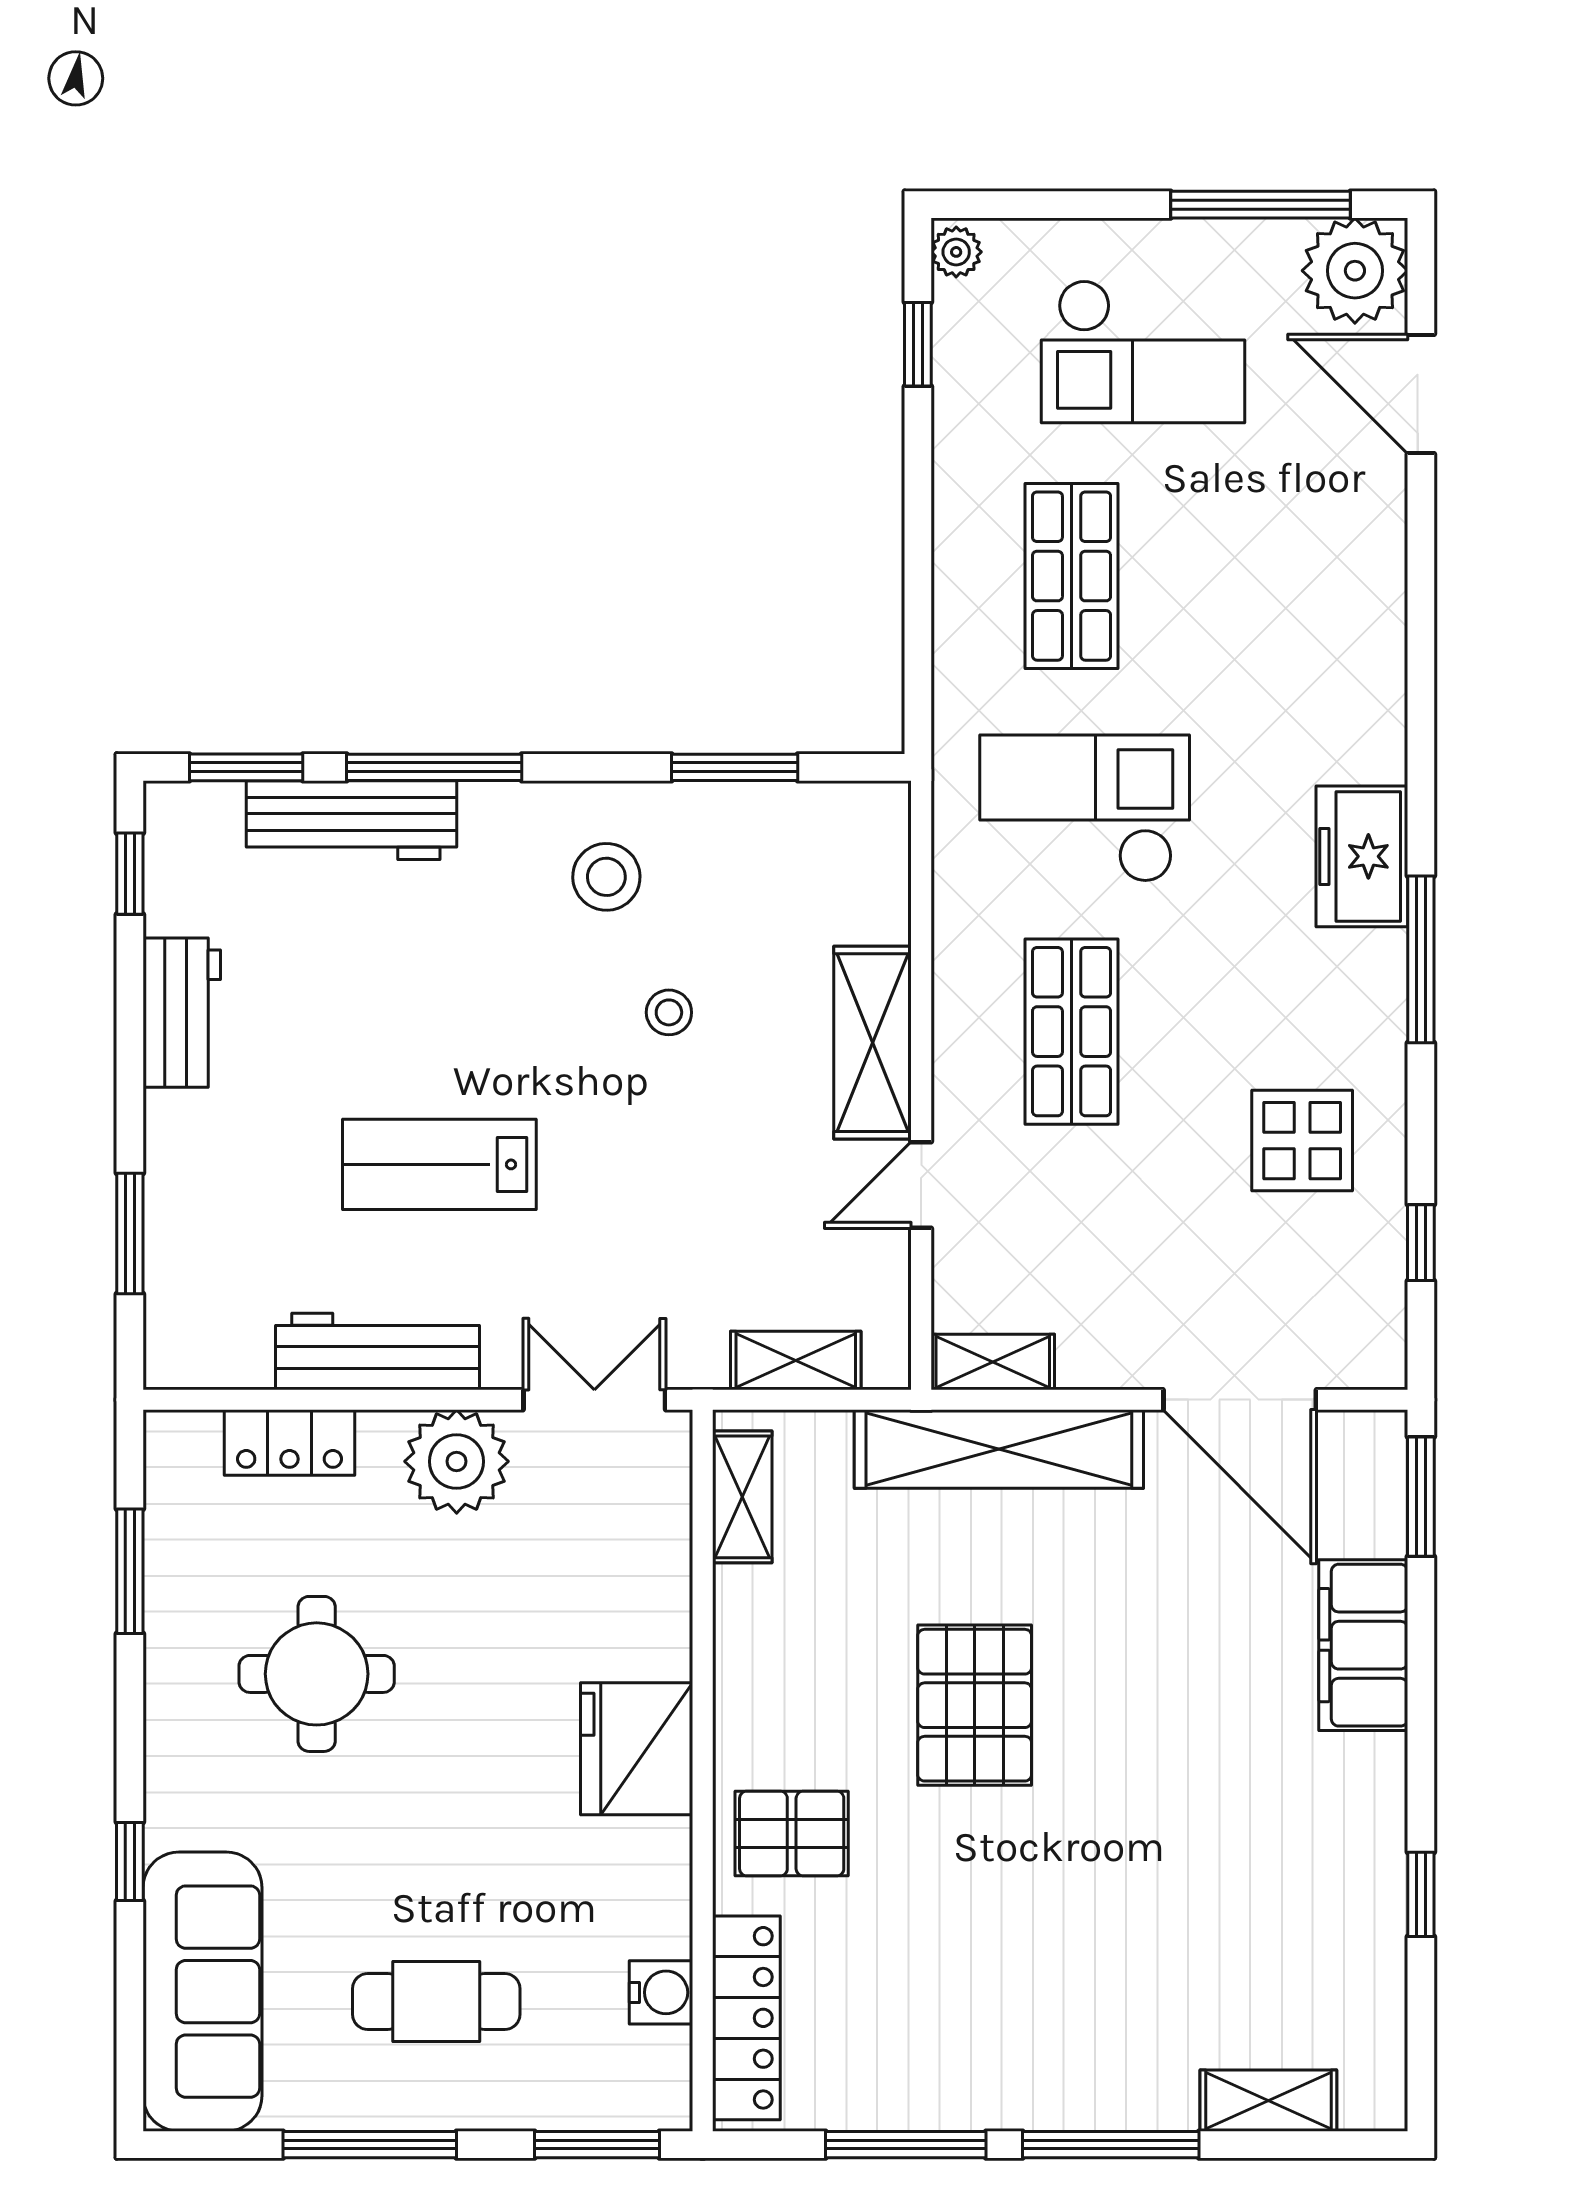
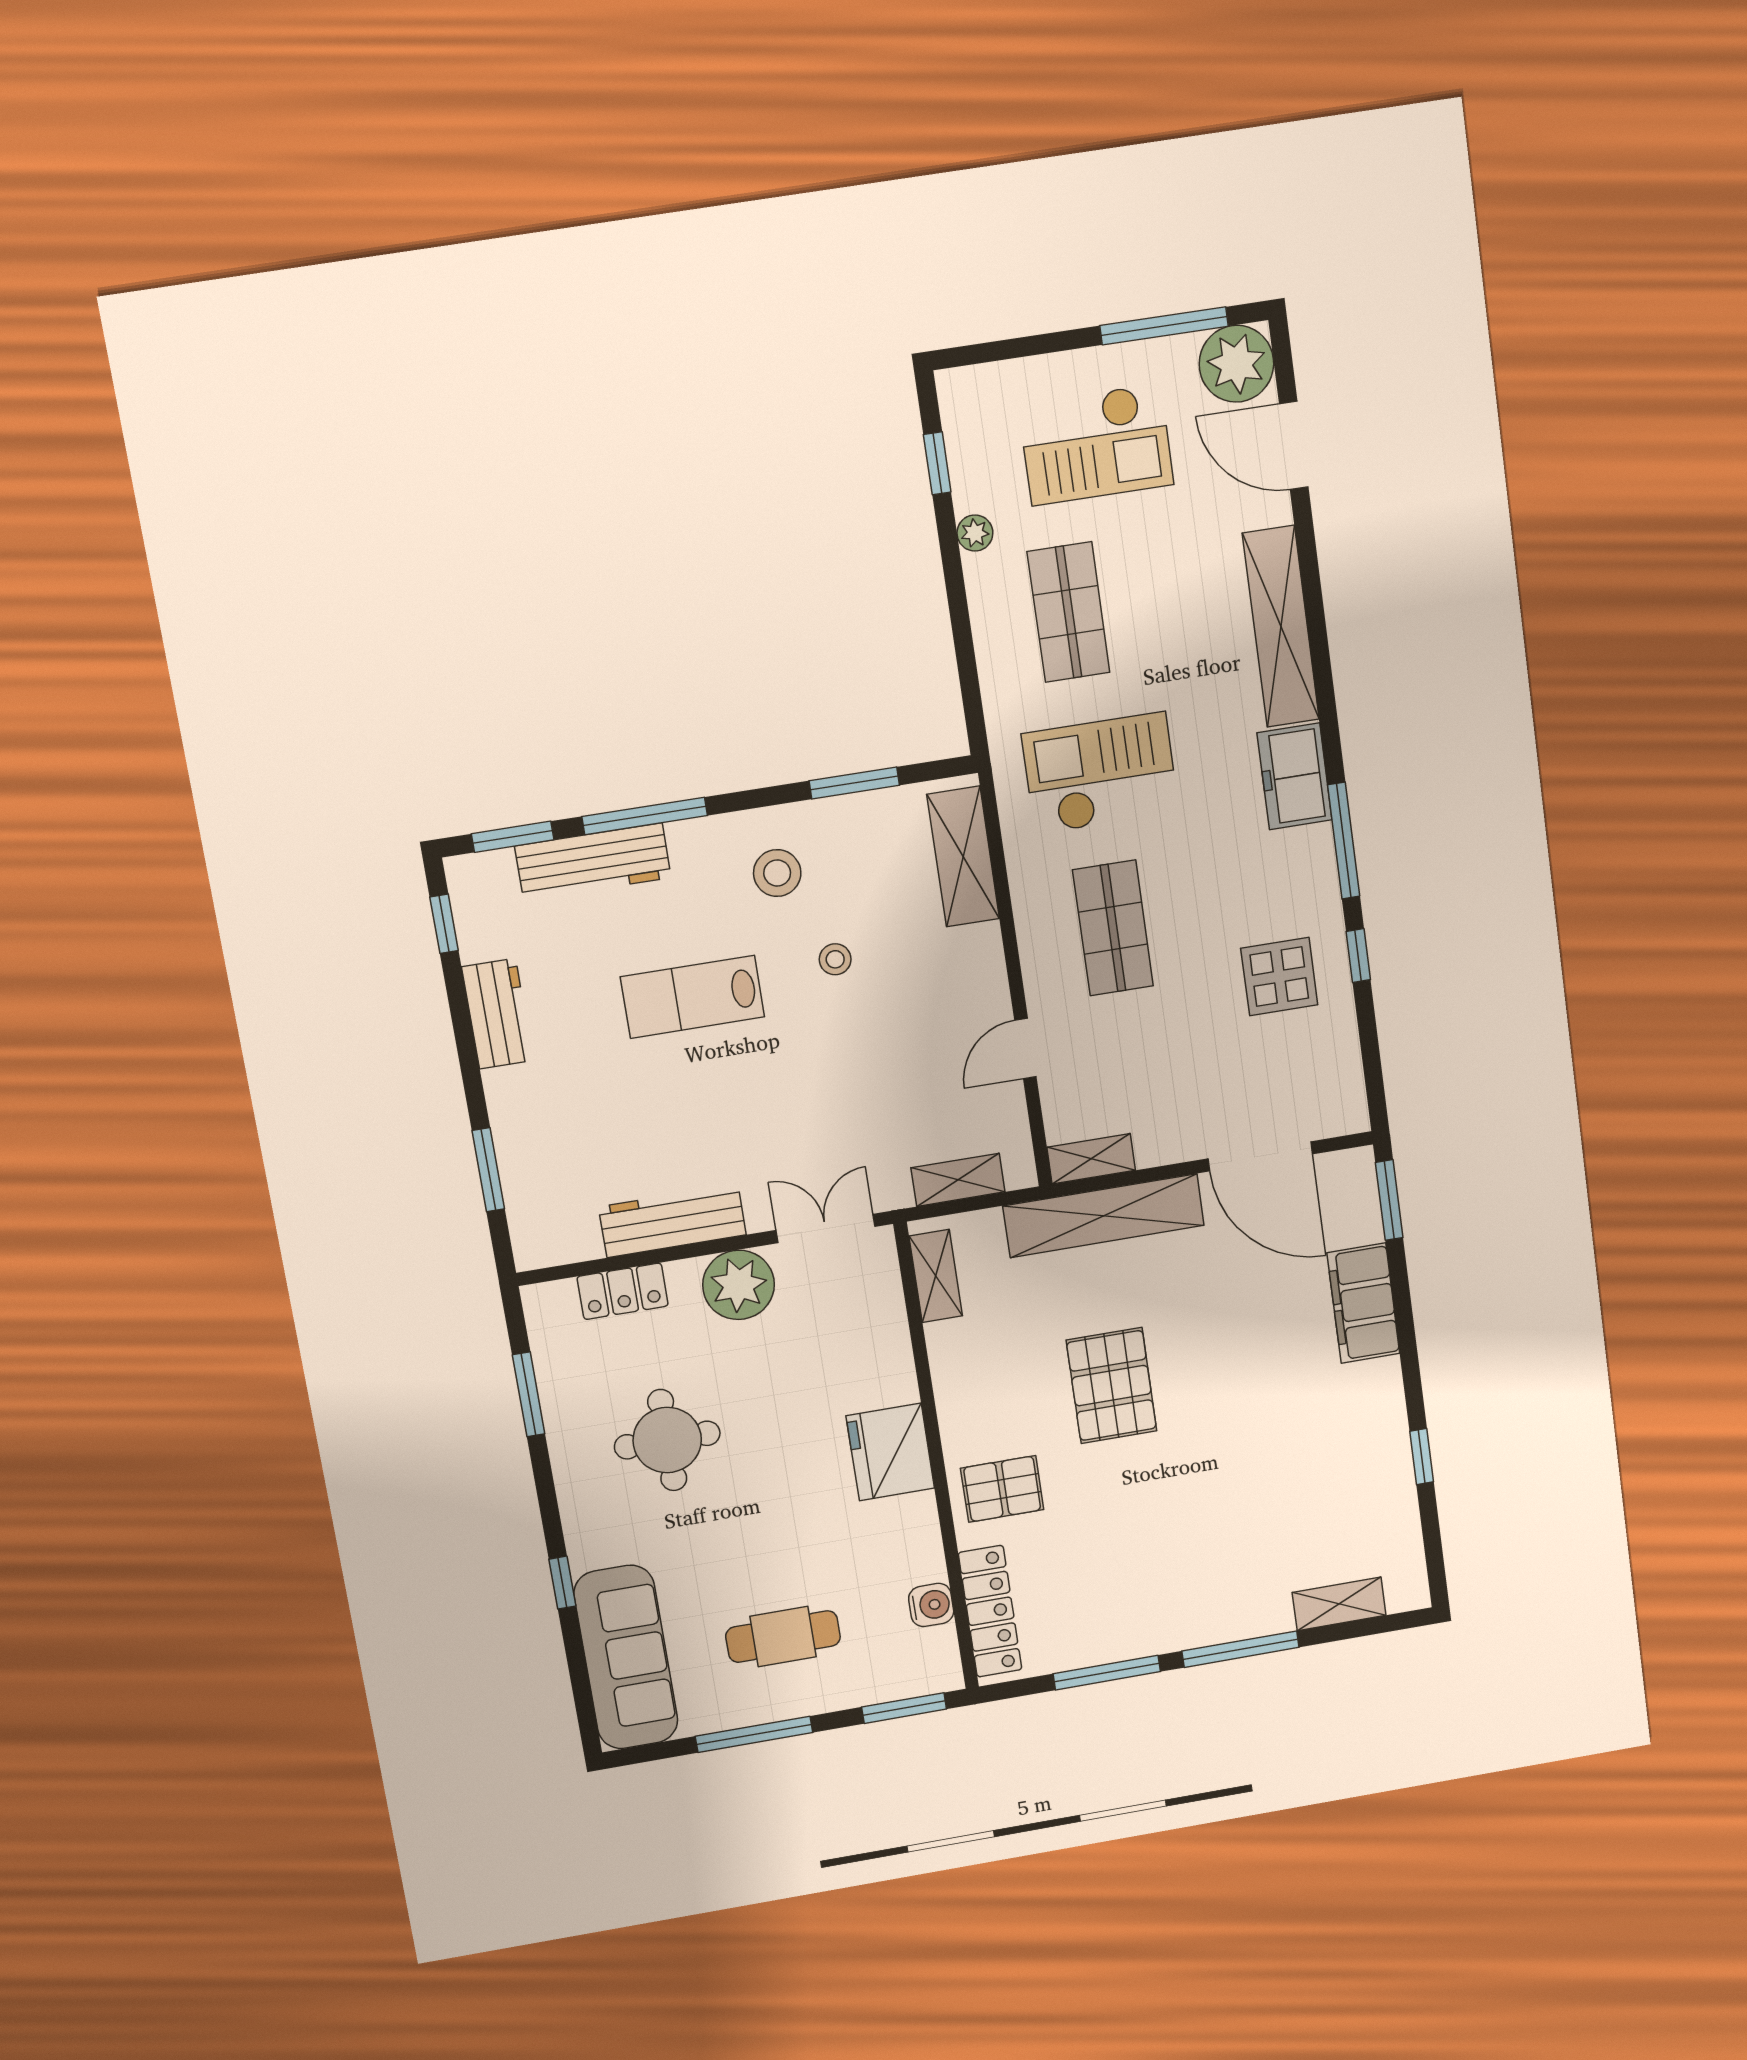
plant: (956, 252) -> (975, 533), moved
shelving: (1370, 642) -> (1281, 627), added
shelving: (873, 1043) -> (963, 857), moved
lab bench: (439, 1164) -> (692, 997), moved
window: (1421, 1243) -> (1358, 955), moved

